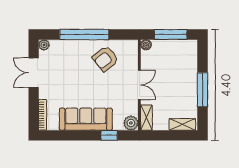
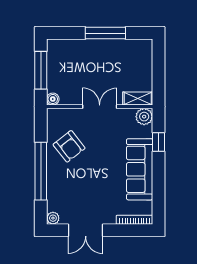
shelving: (182, 124) -> (146, 57), removed

